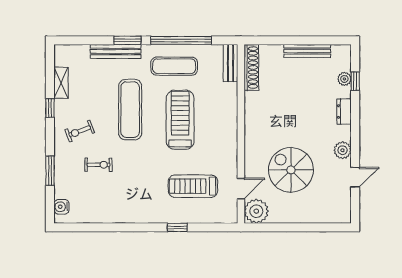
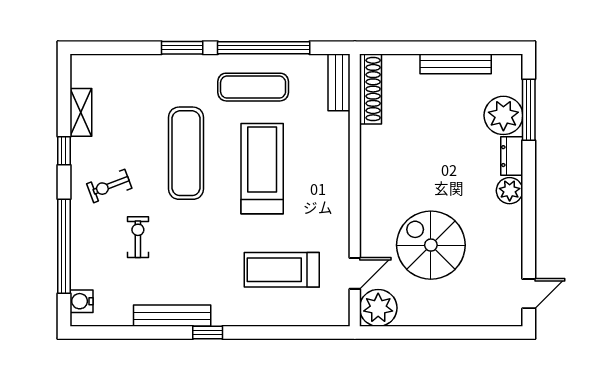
bench: (116, 51) -> (172, 316), moved
plant: (344, 79) -> (503, 115), width x1.88, depth x1.88
window: (355, 81) -> (529, 110), width x2.17
plant: (343, 150) -> (510, 191), moved
exercise bike: (99, 165) -> (138, 237), turned -90
window: (50, 171) -> (64, 246), width x2.11
door: (355, 177) -> (529, 294), moved
window: (177, 227) -> (208, 333), moved

